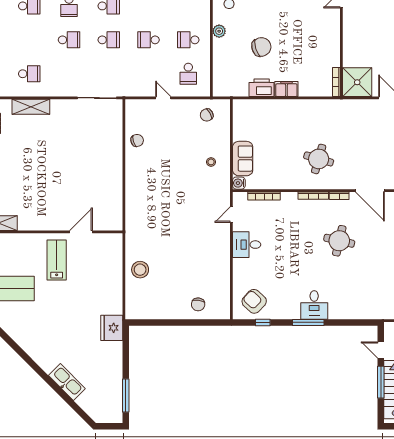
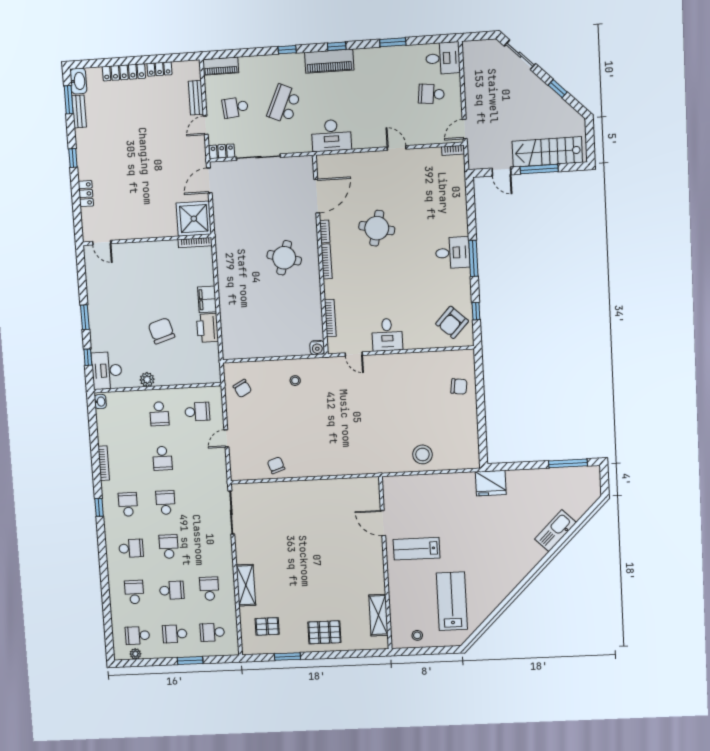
school desk: (29, 40) -> (172, 590), added
sofa: (243, 159) -> (289, 345), removed
door: (381, 350) -> (501, 172), hinge flipped

